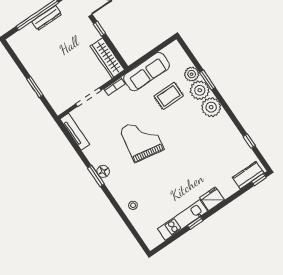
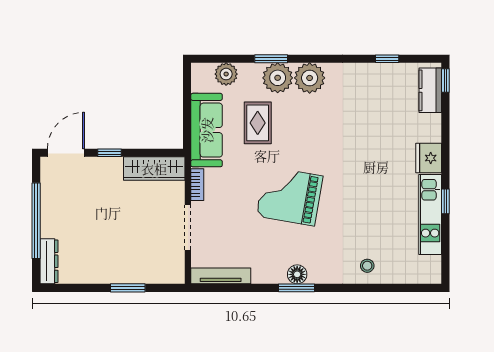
dresser: (47, 18) -> (49, 261), moved
plant: (192, 74) -> (226, 74), moved

